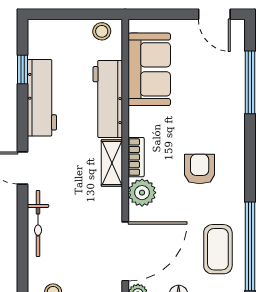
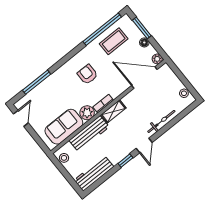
window: (23, 70) -> (125, 161), moved
workbench: (42, 98) -> (94, 173), moved
armchair: (200, 169) -> (87, 74), turned 90
plant: (142, 193) -> (87, 113), moved

